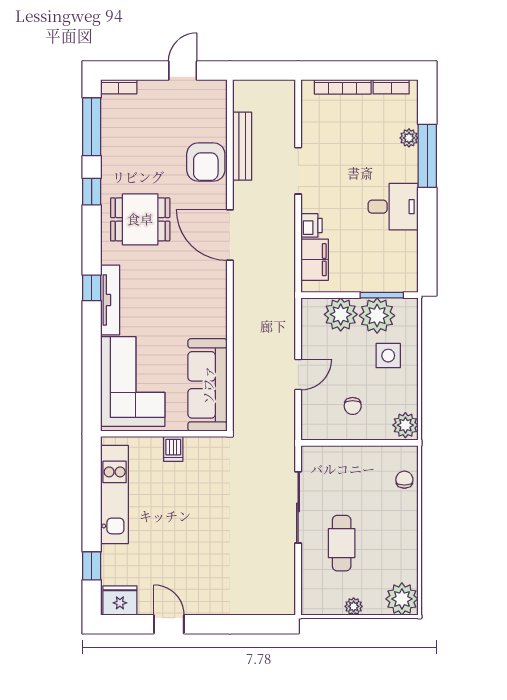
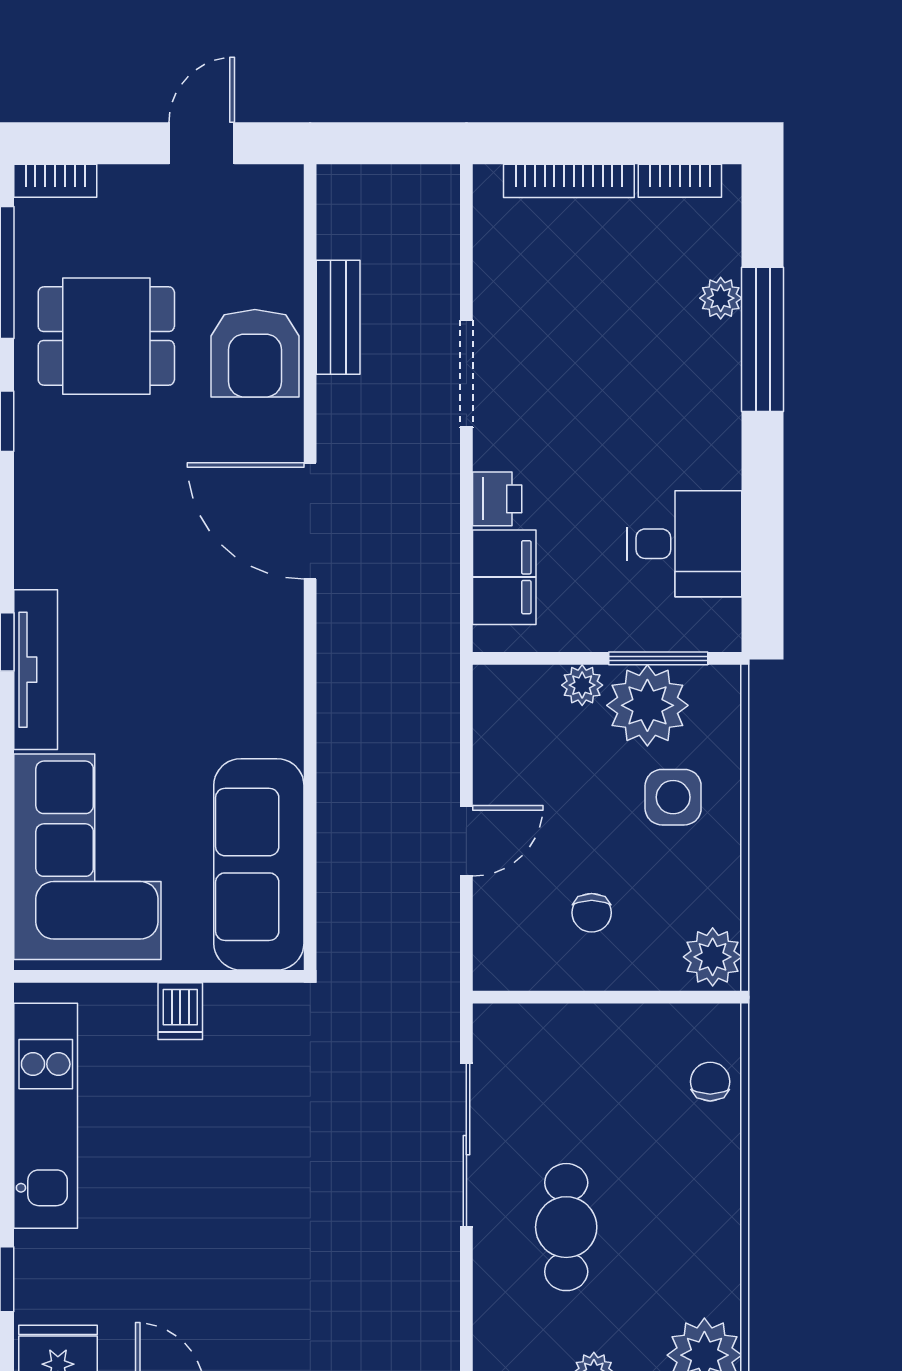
bench: (242, 146) -> (338, 317), width x0.73
desk: (393, 207) -> (684, 544), moved
dining table: (140, 219) -> (106, 336), moved
plant: (341, 314) -> (582, 685), width x0.53, depth x0.53

